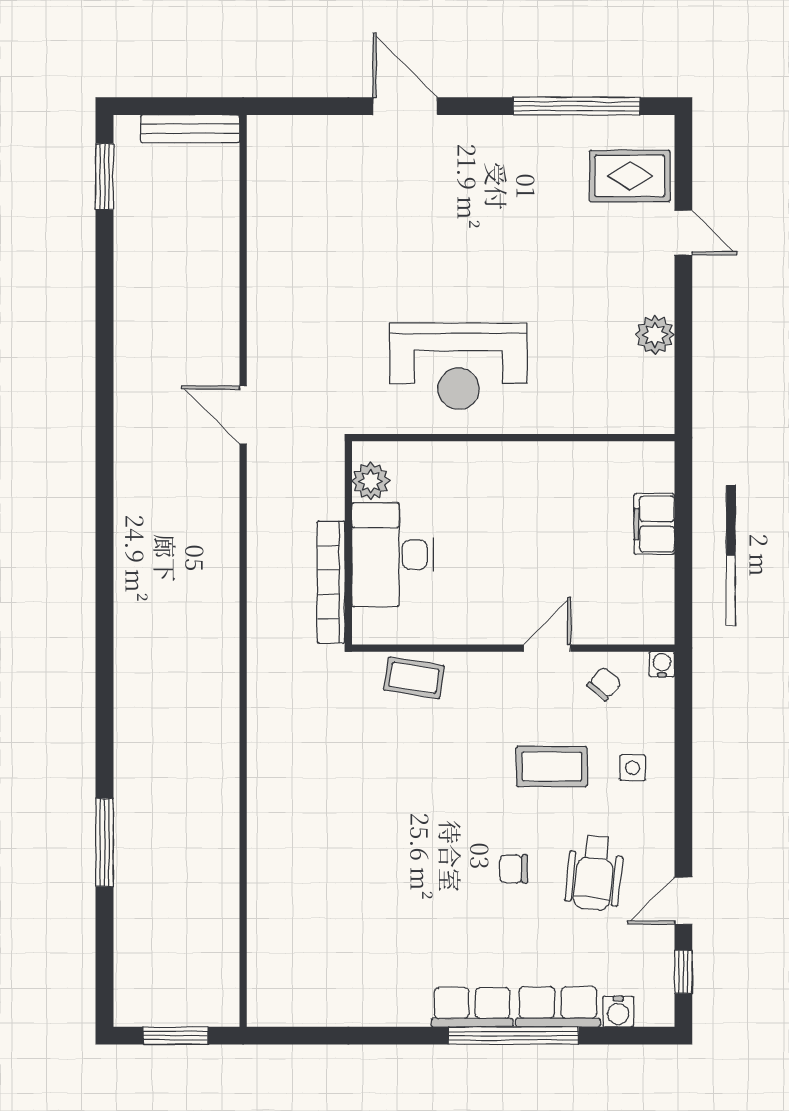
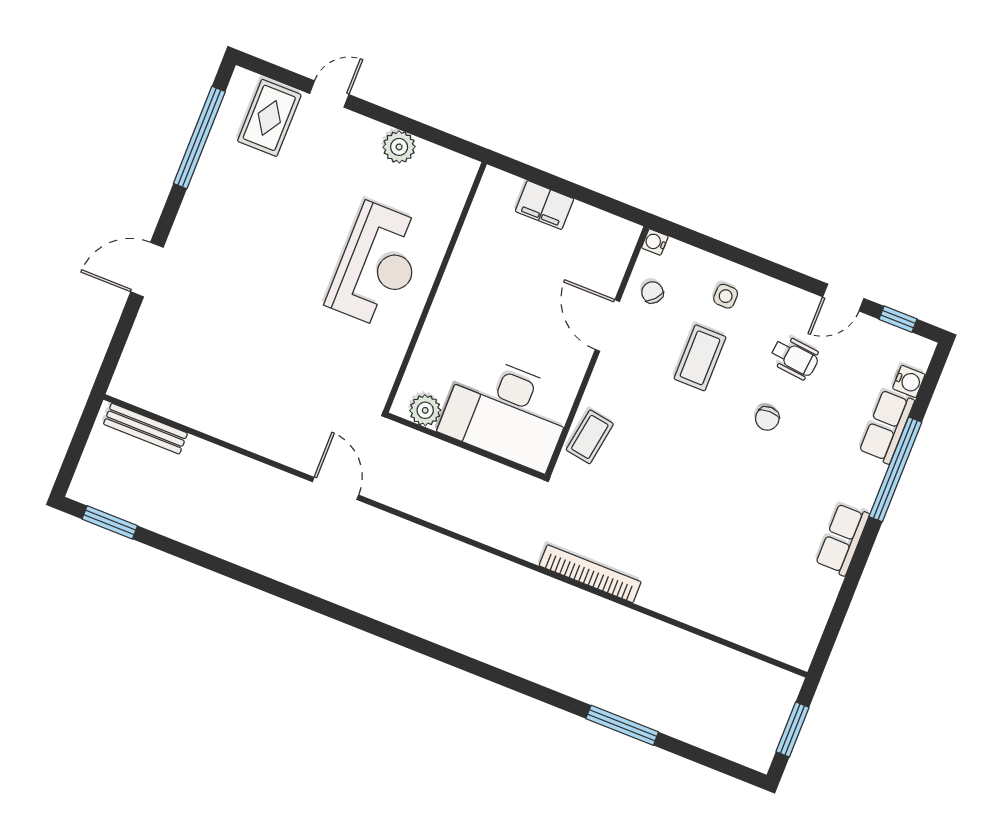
bench: (190, 129) -> (145, 429), moved, turned 90
reception desk: (458, 366) -> (377, 265), moved
door: (243, 415) -> (335, 488), swing flipped
desk: (393, 555) -> (507, 412), width x1.36, depth x1.30
bookcase: (331, 582) -> (590, 574), moved, turned 180
door: (547, 648) -> (607, 325), width x1.38
wheelchair: (594, 873) -> (795, 358), width x0.73, depth x0.73
door: (683, 901) -> (843, 298), hinge flipped
row of seats: (472, 1007) -> (843, 539), moved

